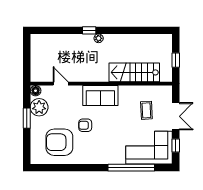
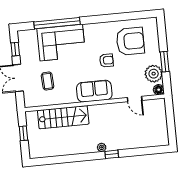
corner sofa: (149, 148) -> (61, 43), moved

